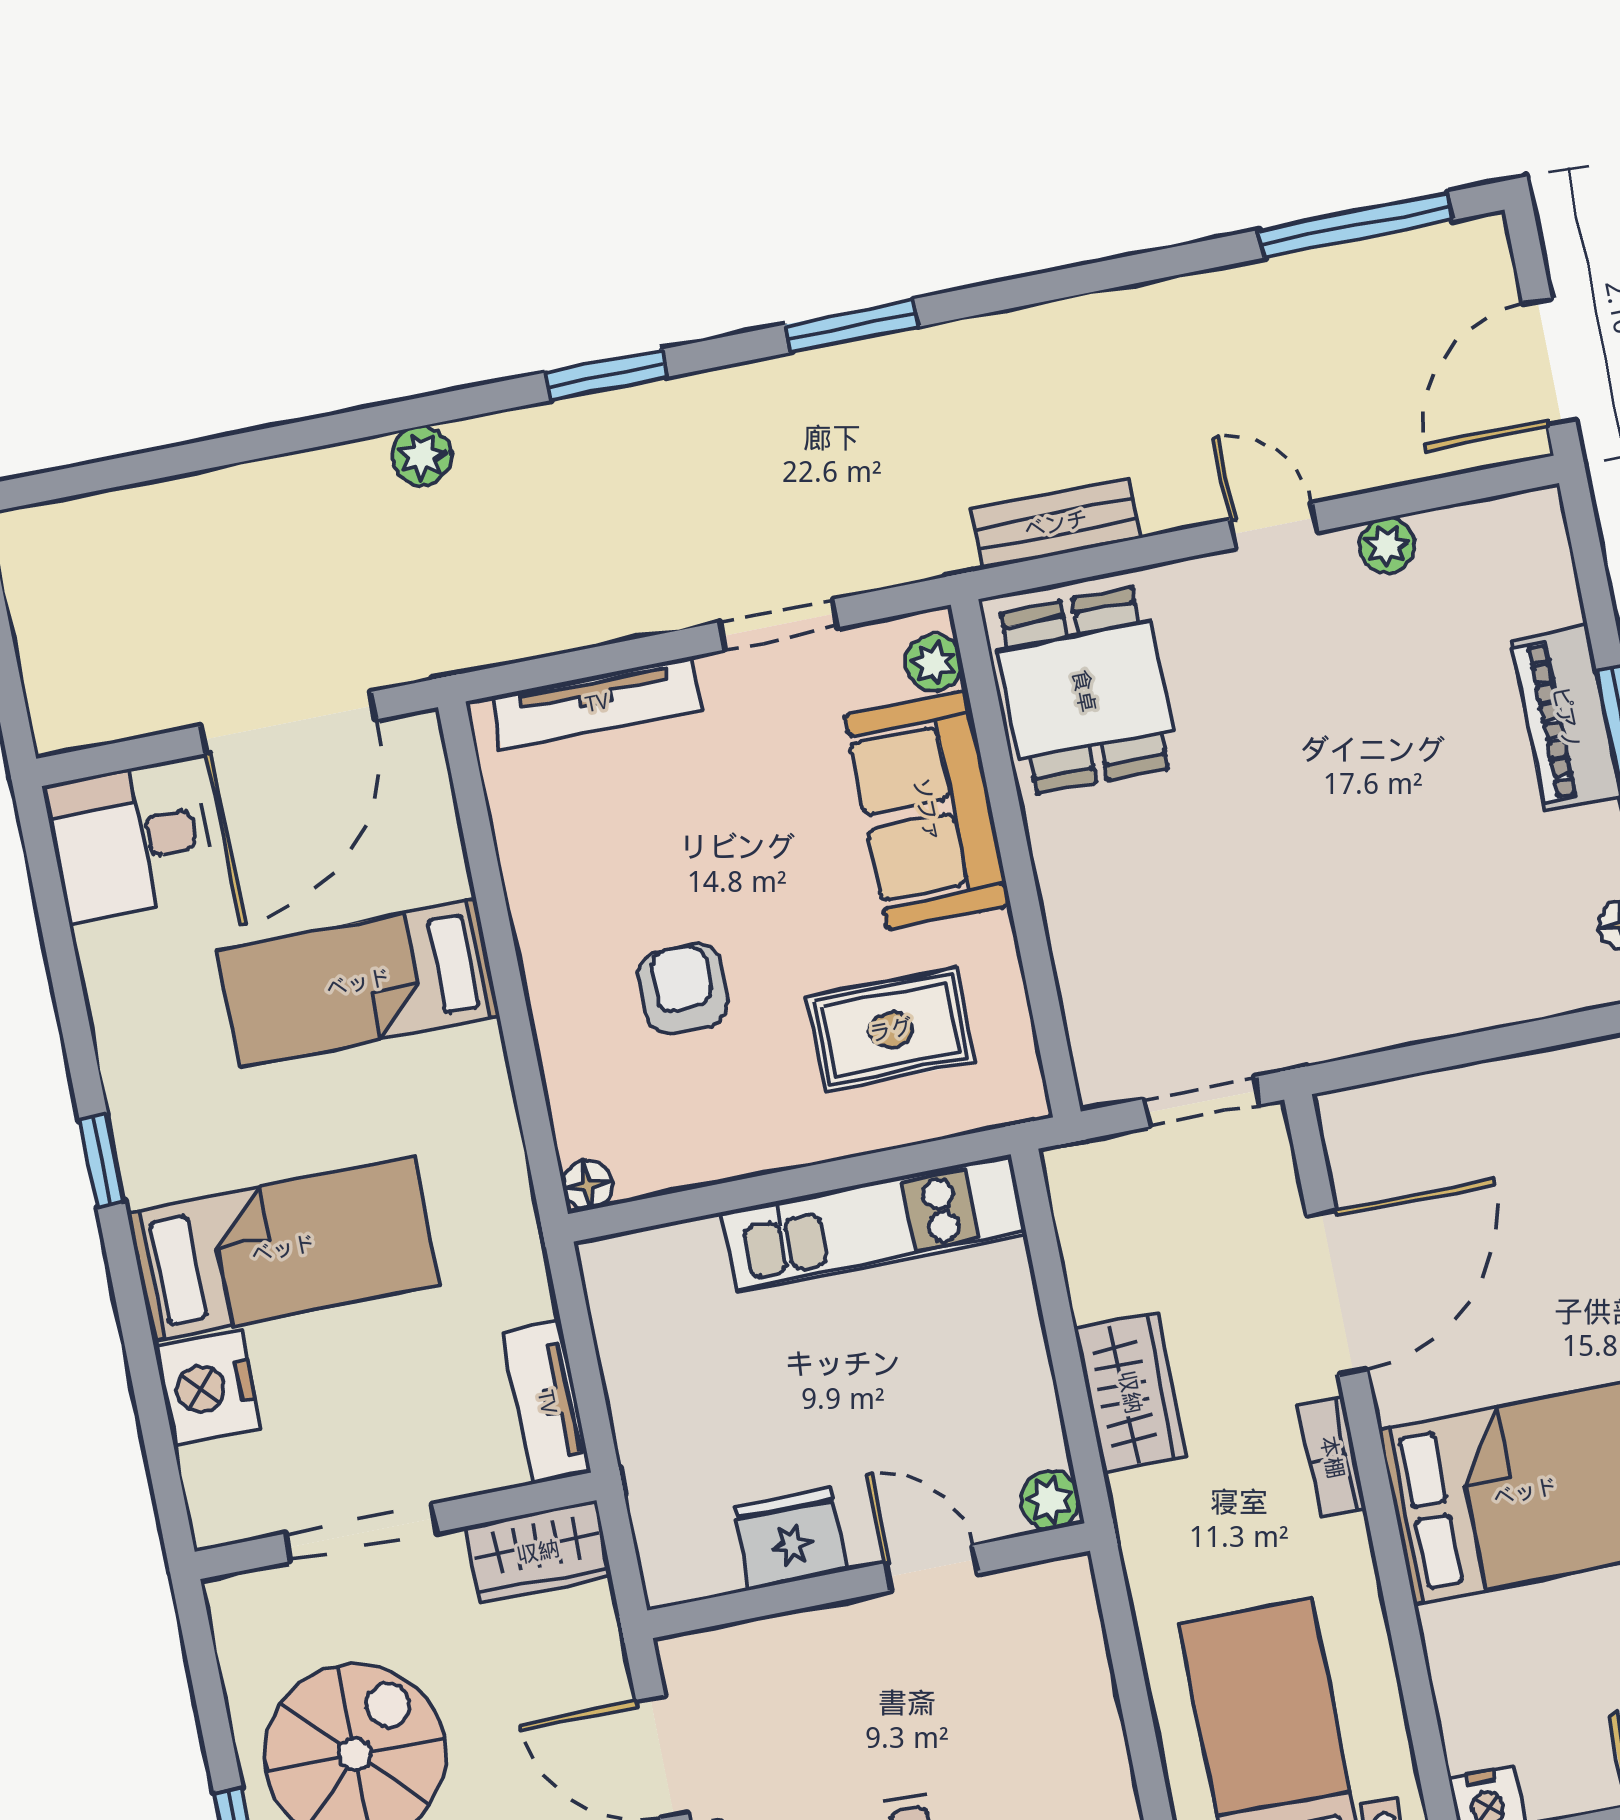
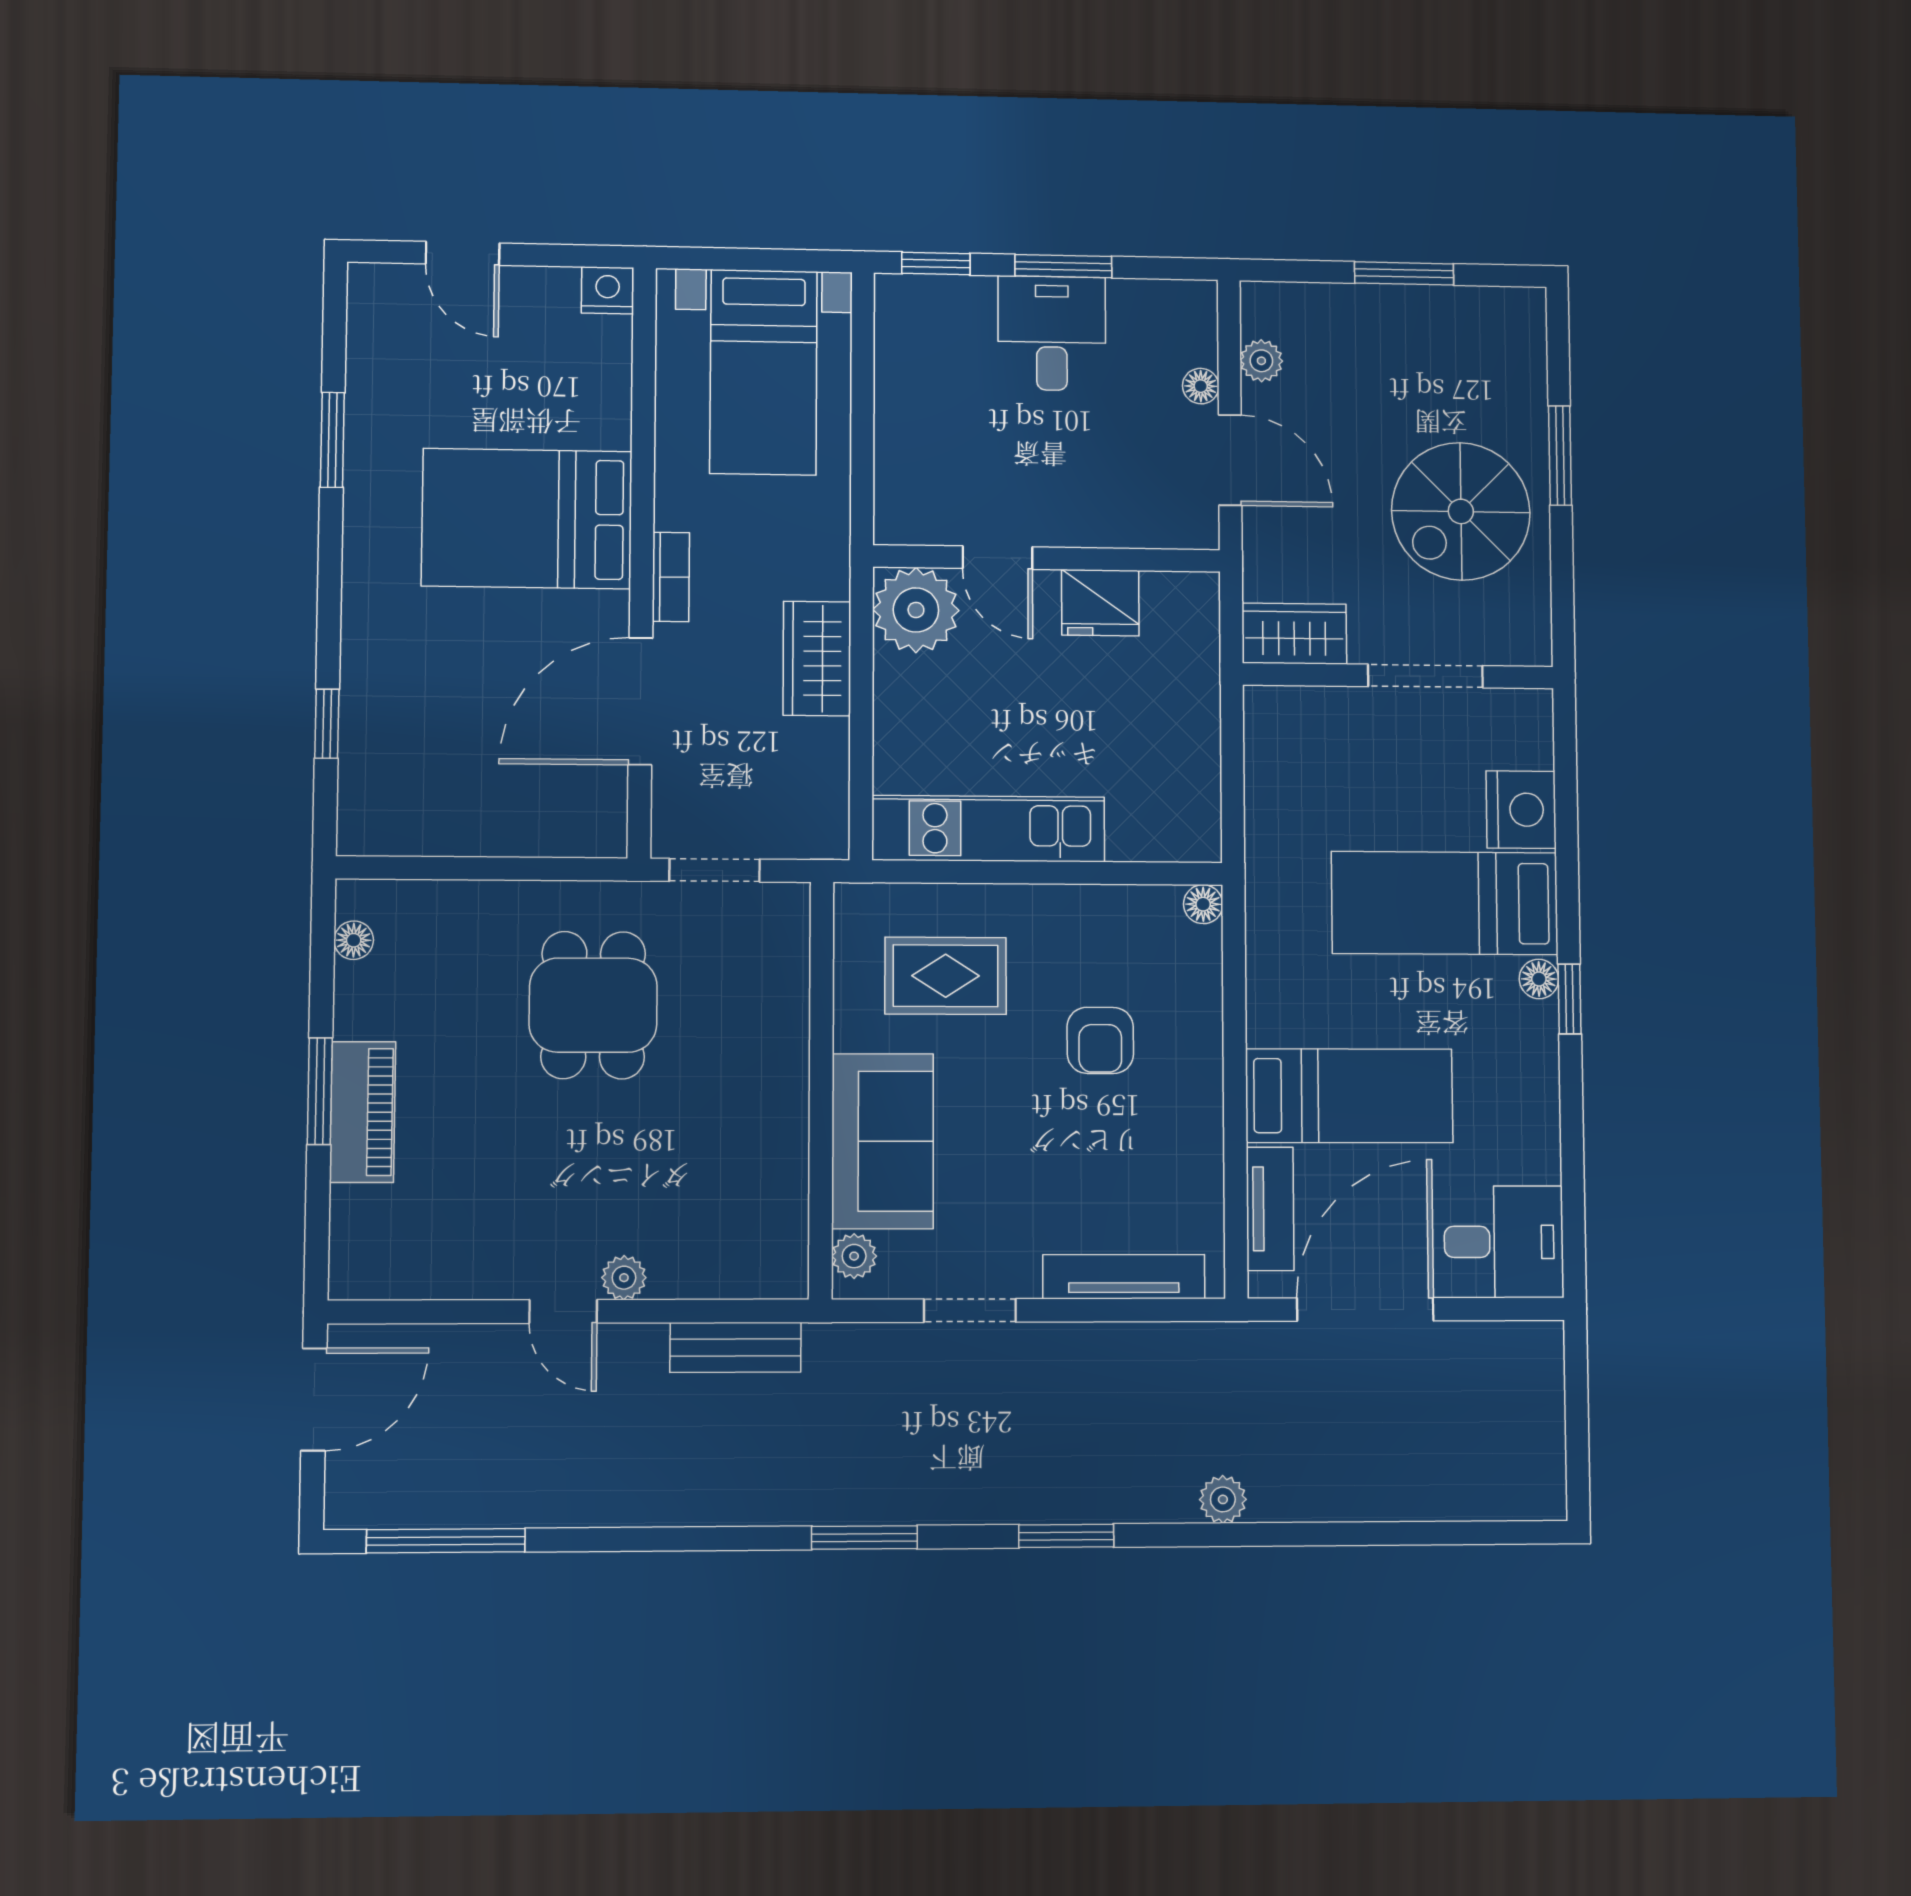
plant: (1387, 545) -> (624, 1278), moved
dining table: (1084, 691) -> (593, 1005), moved
floor lamp: (146, 1178) -> (1539, 979), added
tv unit: (547, 1402) -> (1270, 1209), moved
plant: (1050, 1500) -> (916, 610), width x1.87, depth x1.87

